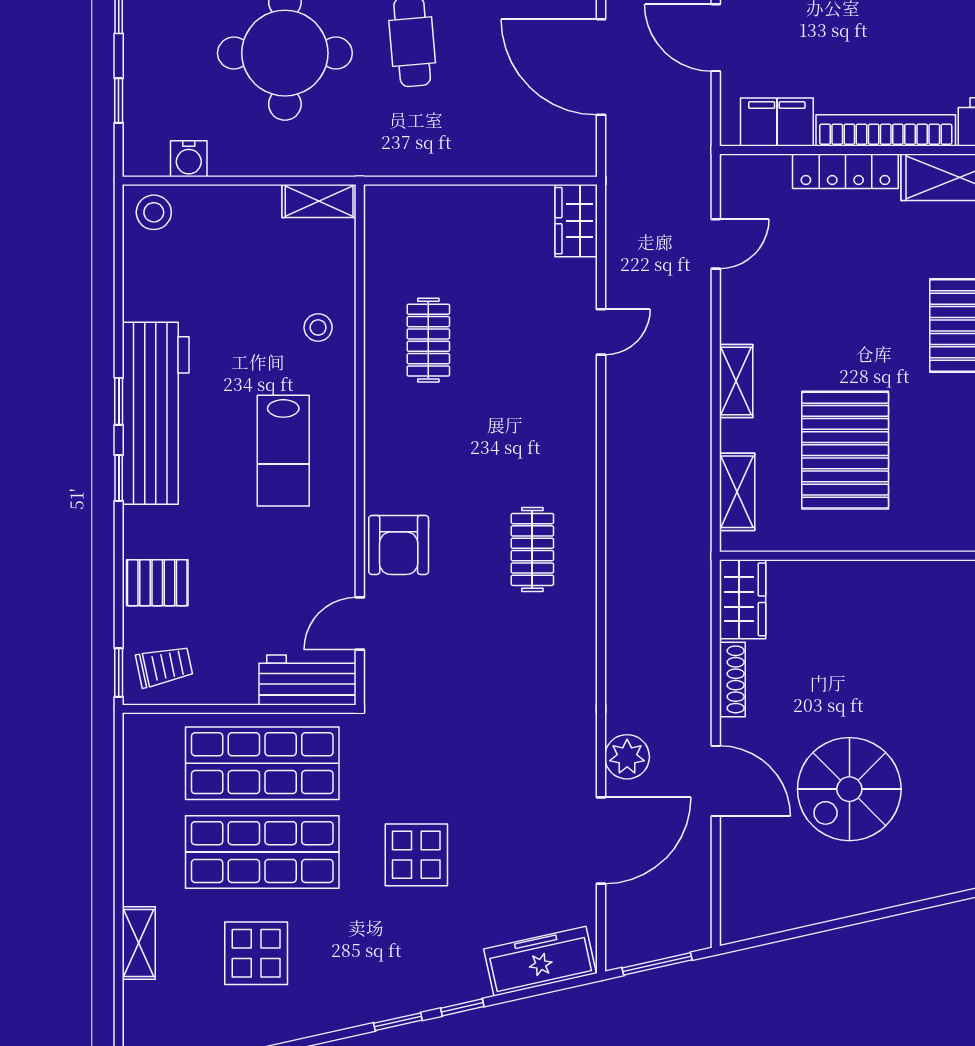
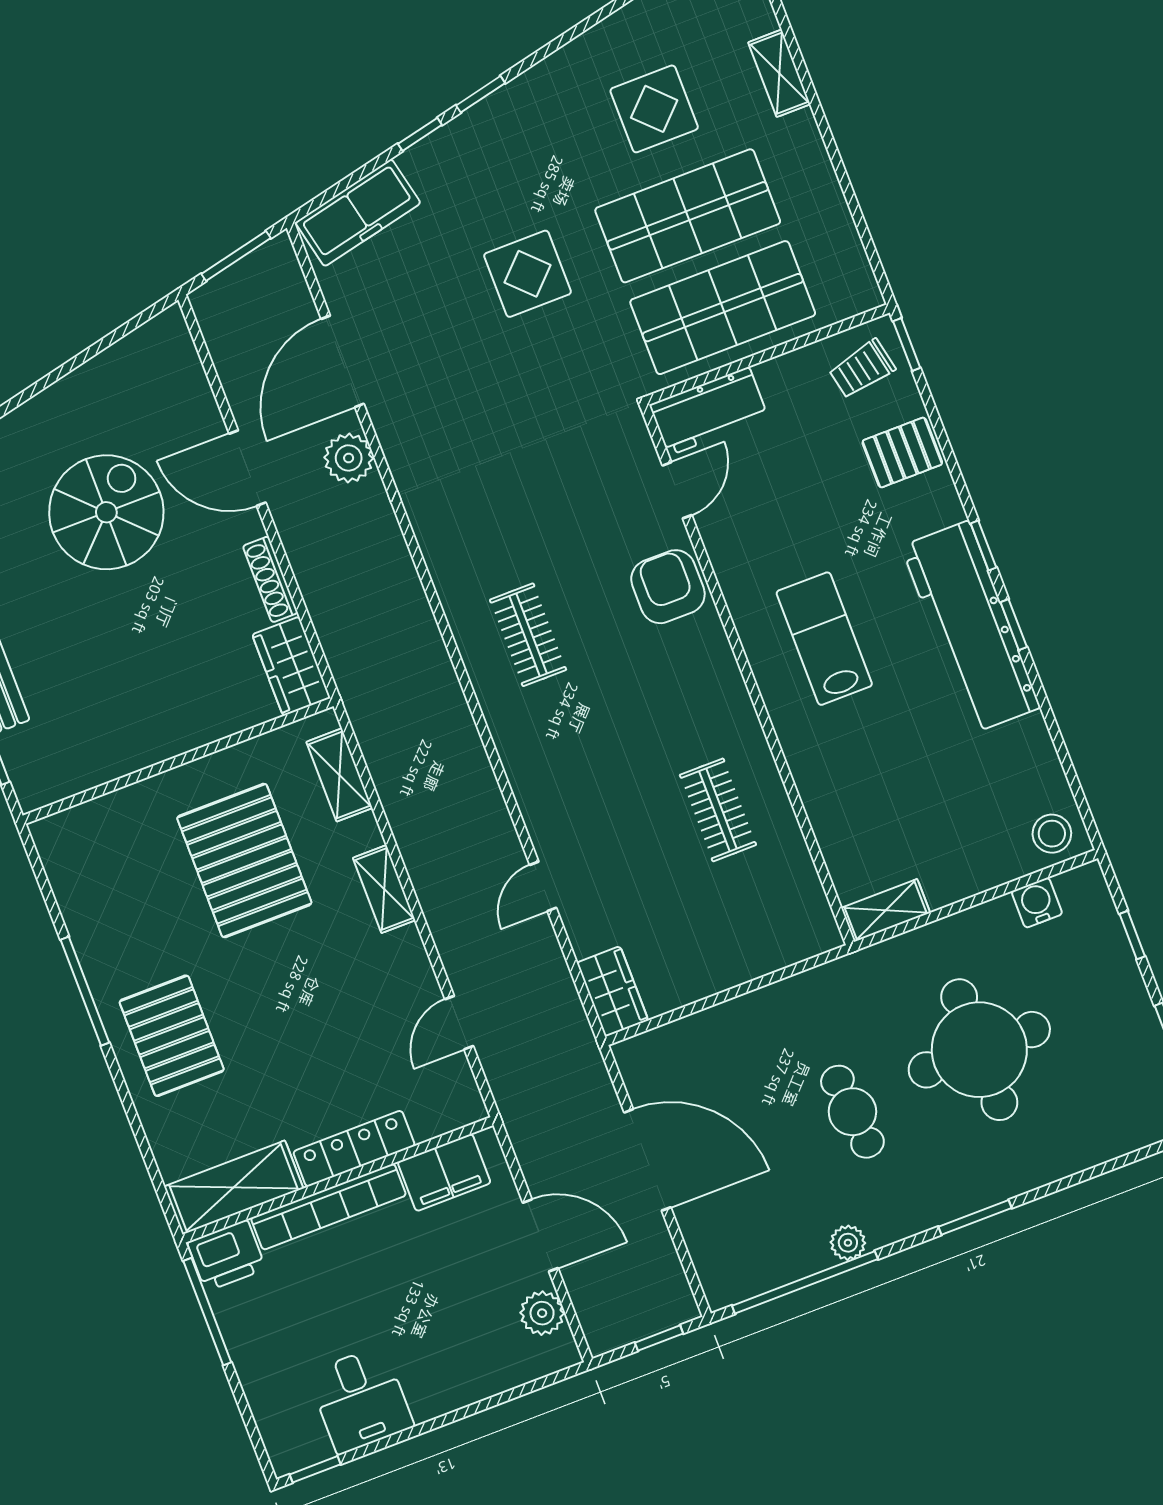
stool: (318, 327) -> (837, 779), removed

